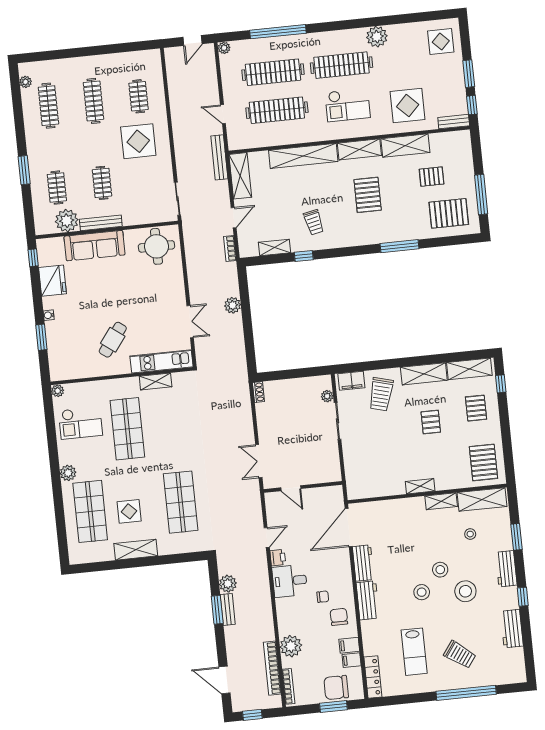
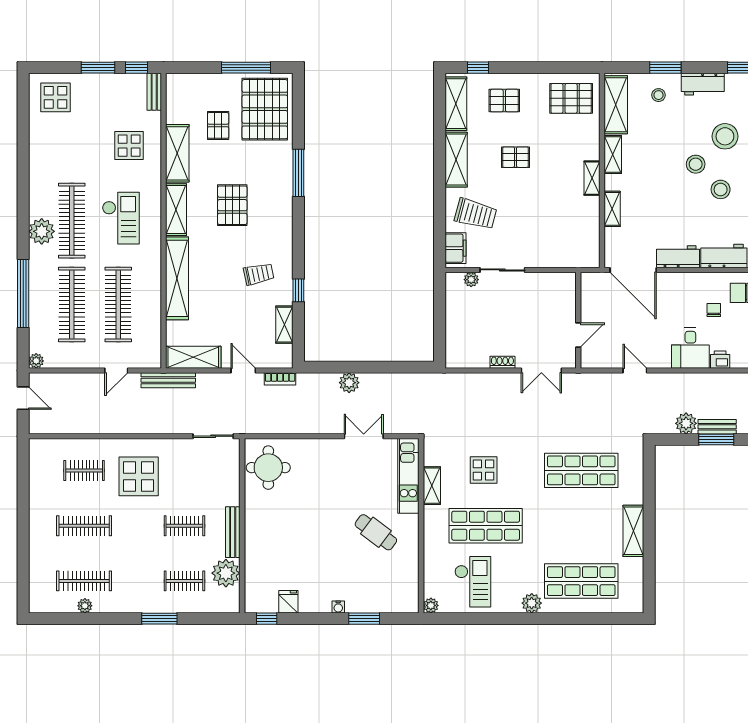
plant: (377, 37) -> (42, 231), moved
plant: (26, 82) -> (85, 606), moved
display table: (408, 106) -> (129, 146), width x0.73, depth x0.73
pallet: (368, 195) -> (232, 205), turned 90
pallet: (449, 213) -> (265, 109), width x1.37, depth x1.41
sofa: (94, 246) -> (260, 543), removed
fridge: (52, 281) -> (288, 602), width x0.53, depth x0.75
shoe rack: (258, 392) -> (502, 362), moved
shelving: (397, 505) -> (612, 209), added
display table: (129, 511) -> (484, 470), moved
stool: (470, 534) -> (659, 95), moved
printer: (278, 558) -> (720, 360), moved

